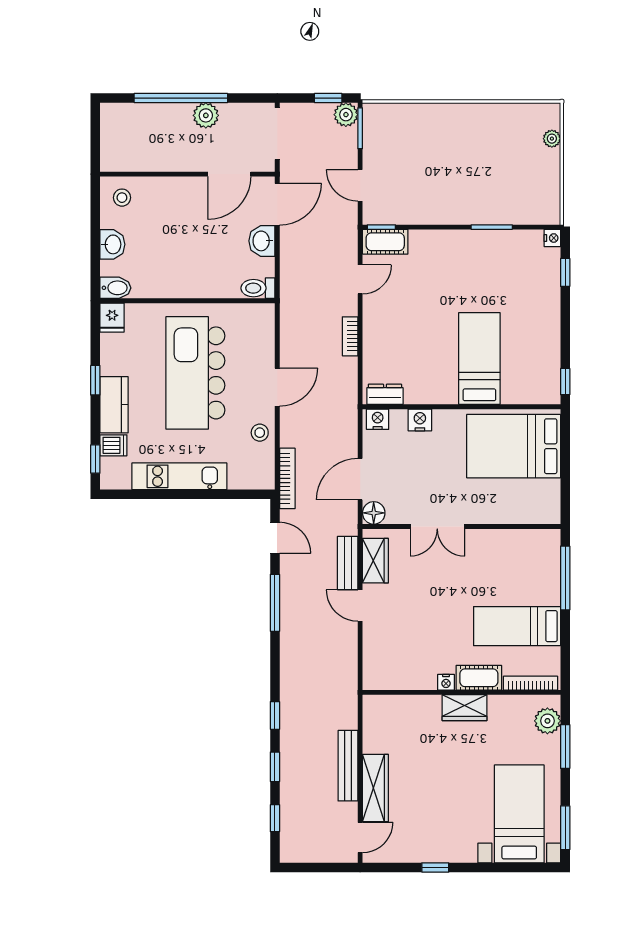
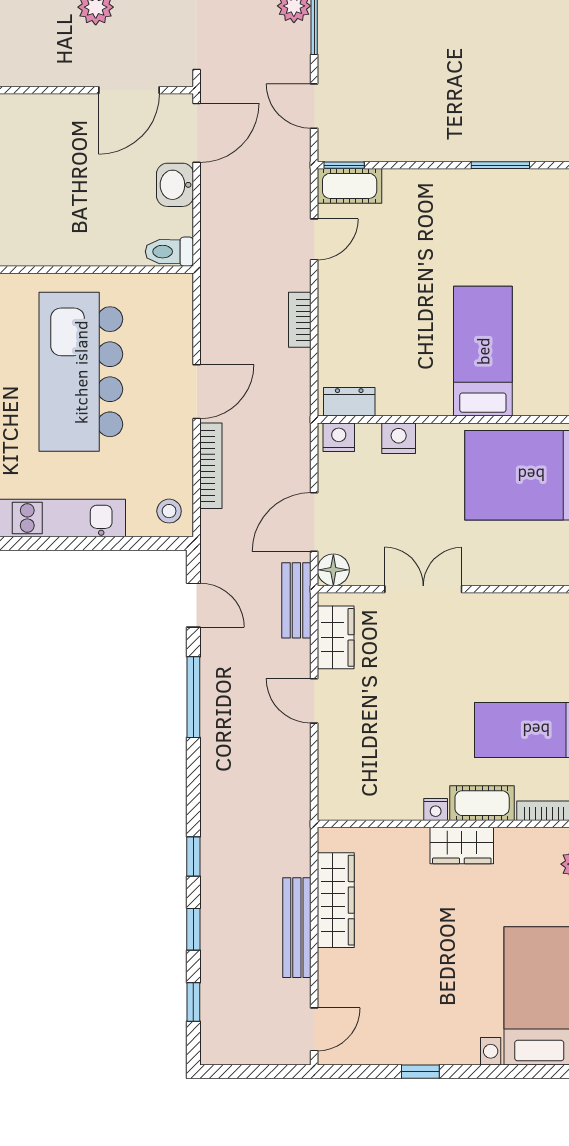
stool: (260, 433) -> (169, 511), moved
bookcase: (287, 478) -> (211, 466), moved
double door: (437, 527) -> (423, 589), swing flipped
bench: (348, 563) -> (296, 600), moved
wardrobe: (375, 788) -> (336, 900), moved

